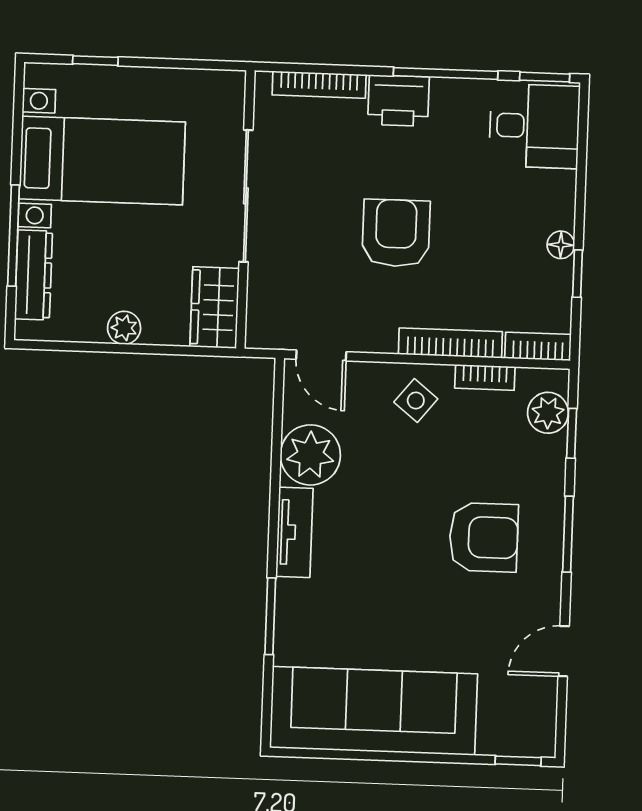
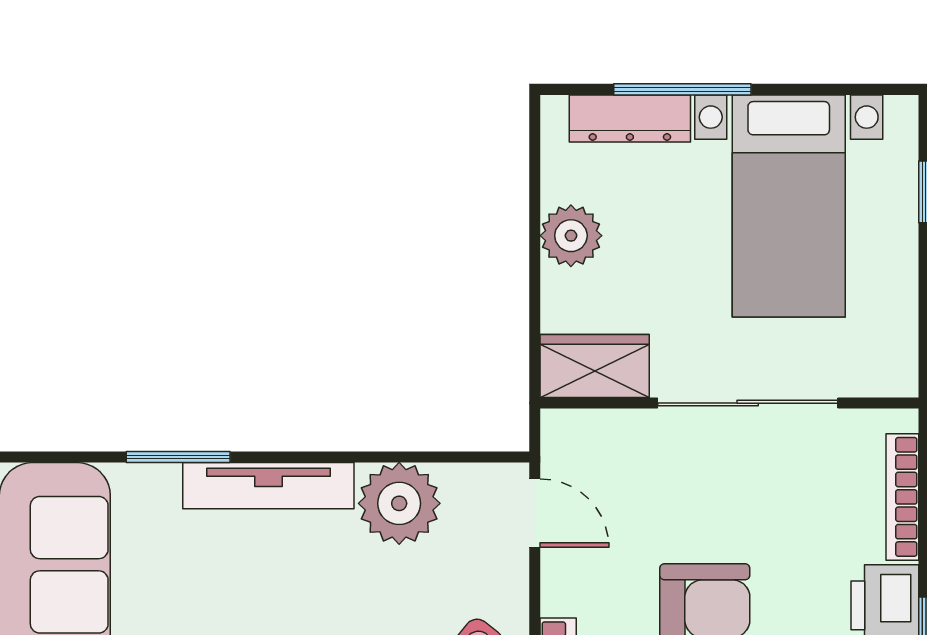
plant: (124, 328) -> (571, 236), width x1.38, depth x1.38
door: (321, 356) -> (535, 513), swing flipped
tv unit: (294, 532) -> (268, 486), width x1.41

